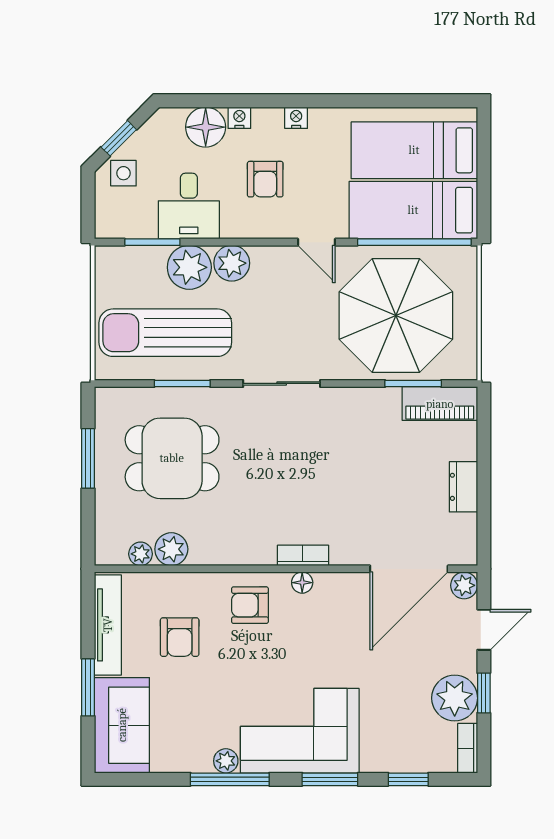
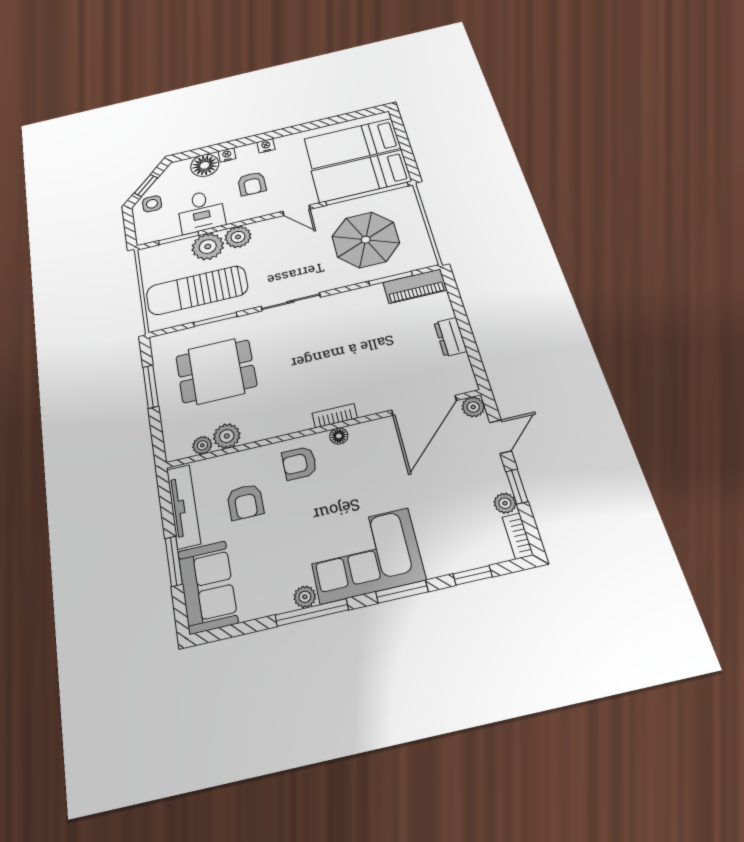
parasol: (396, 316) -> (366, 240), width x0.73, depth x0.73
plant: (455, 698) -> (505, 503), width x0.53, depth x0.53

